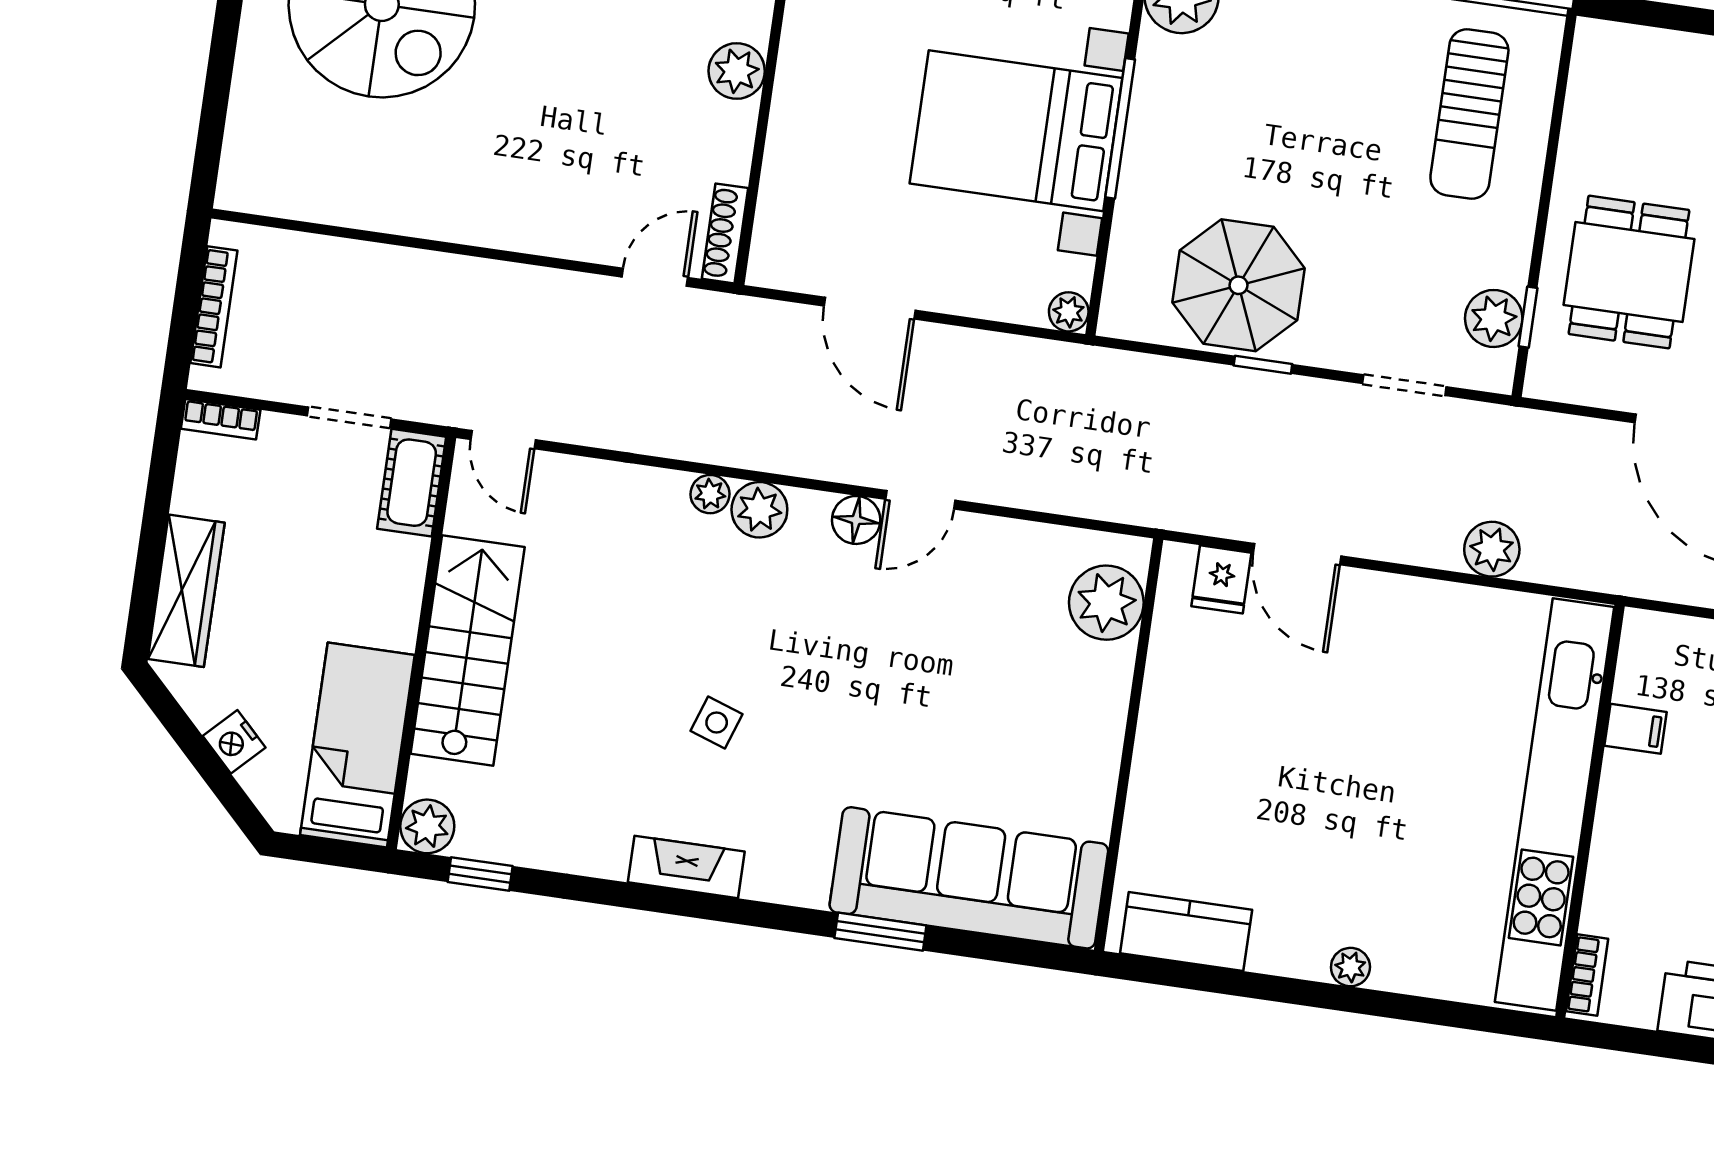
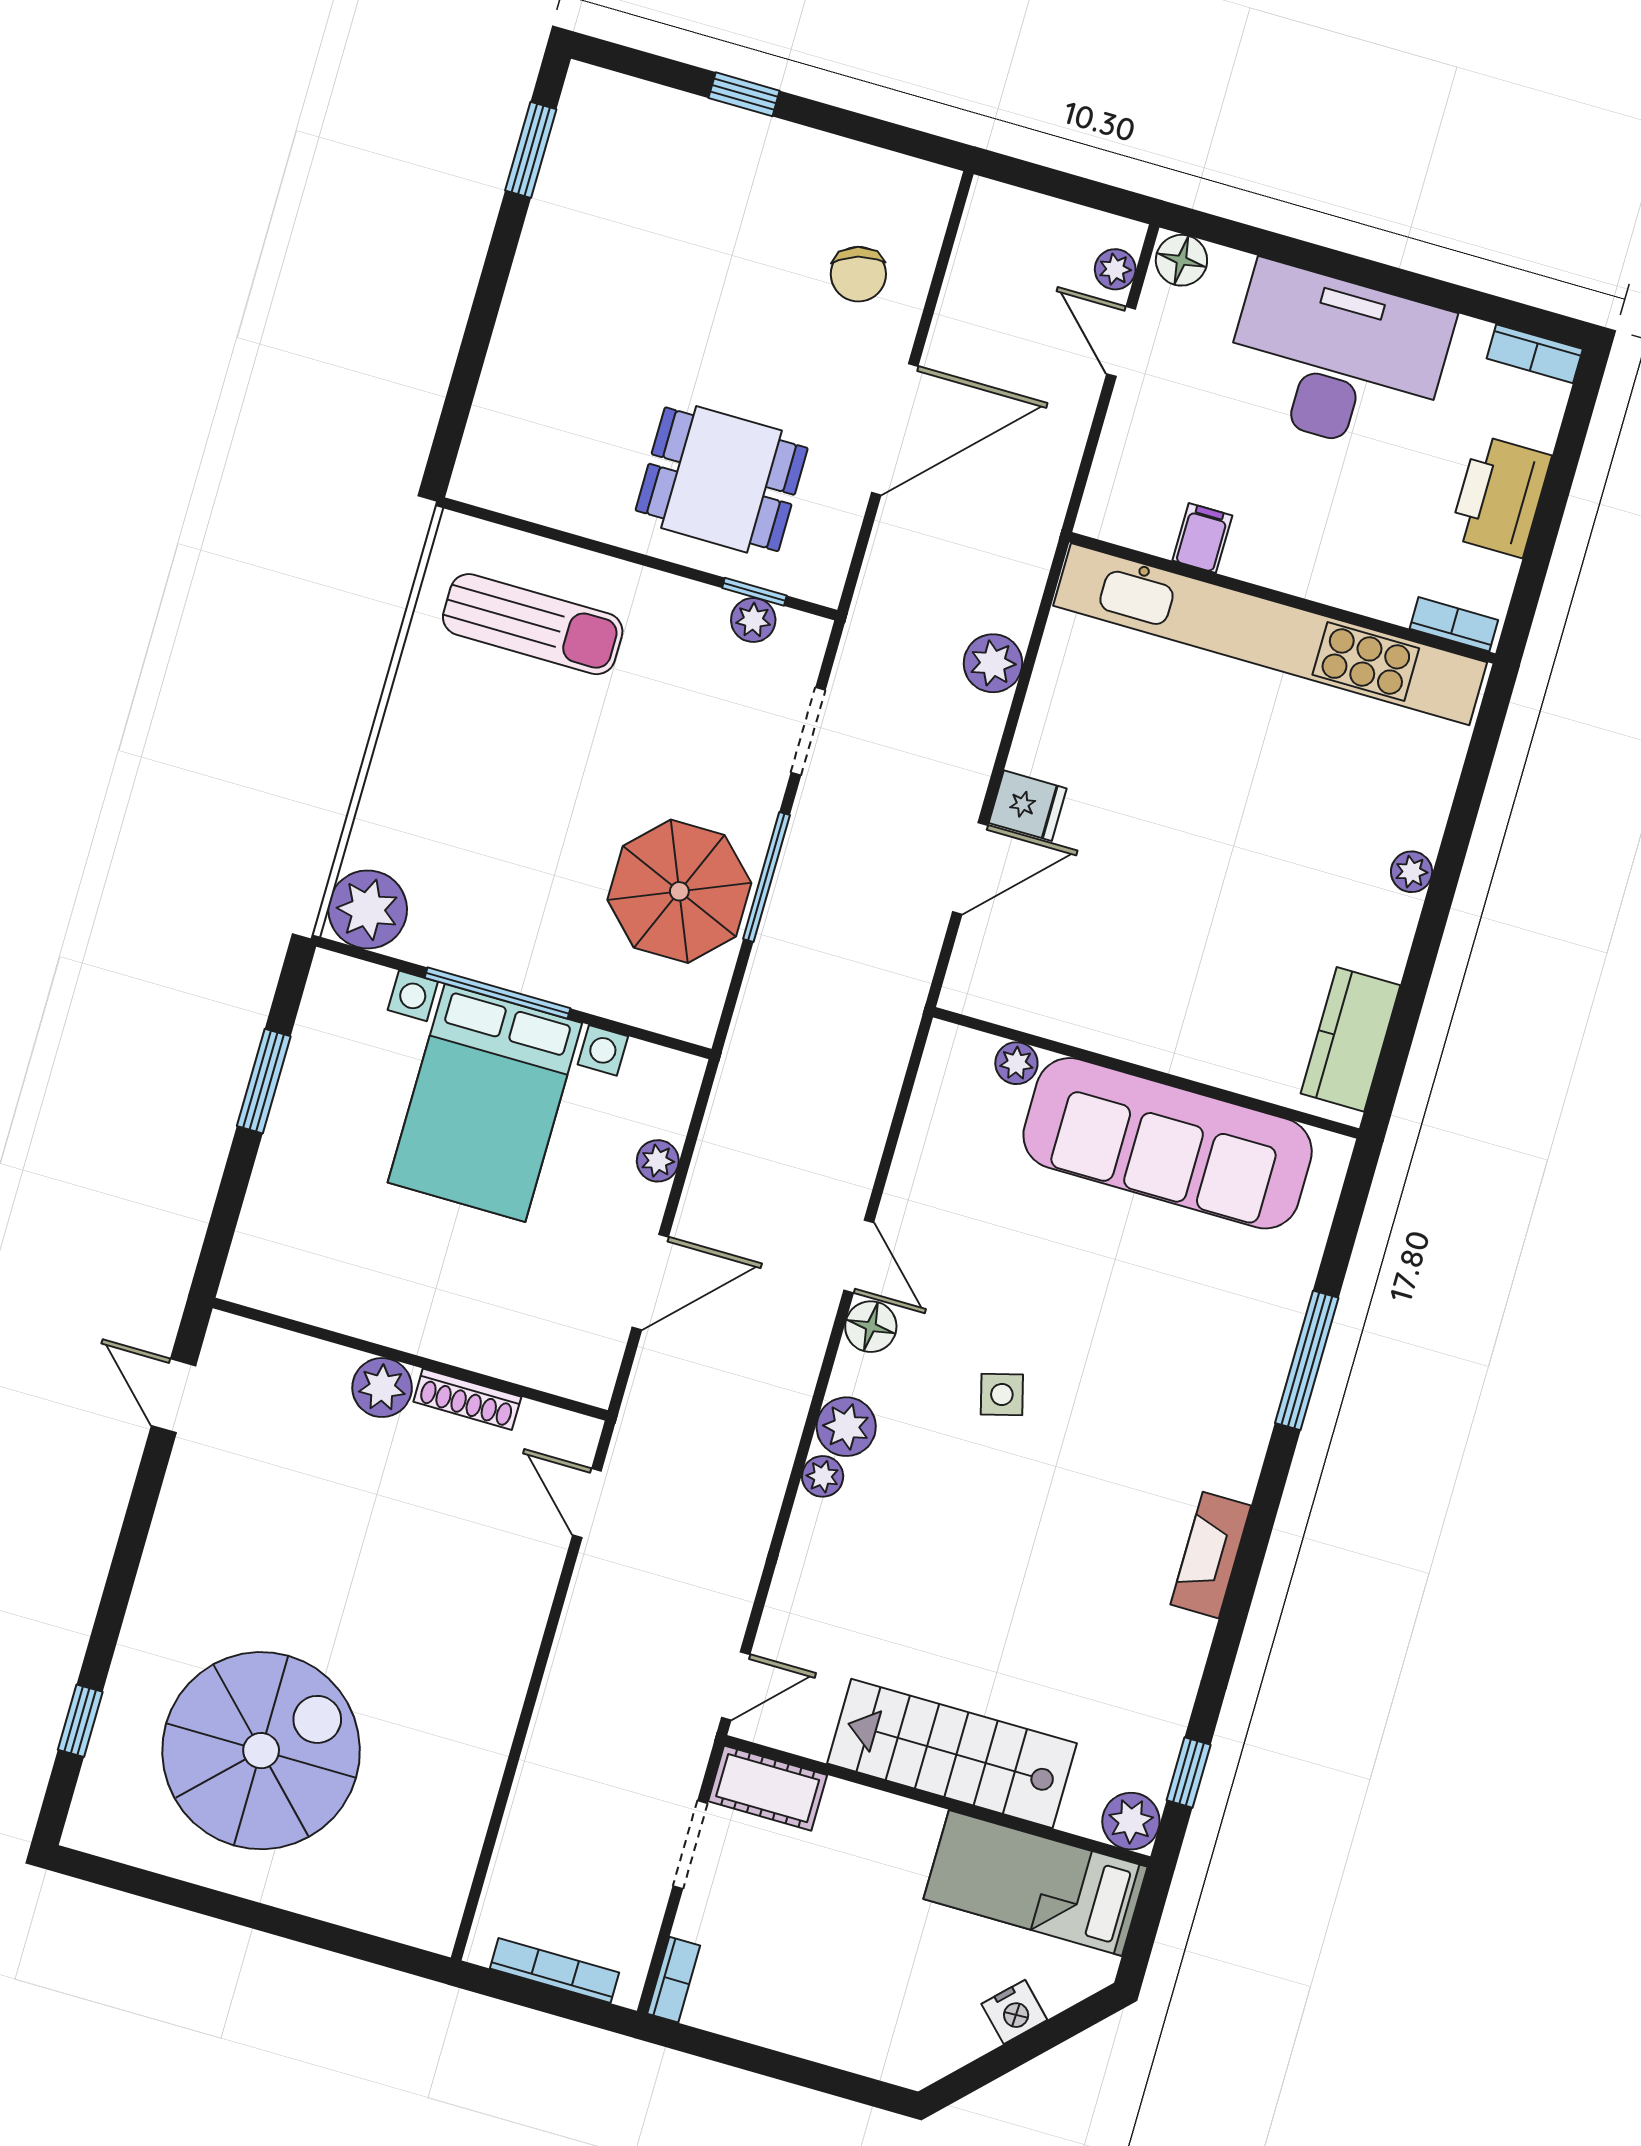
shoe rack: (725, 233) -> (467, 1399), moved
plant: (1069, 312) -> (658, 1161), moved
plant: (1494, 318) -> (753, 620), width x0.73, depth x0.73
window: (1263, 365) -> (766, 877), width x2.17
fridge: (1221, 579) -> (1028, 806), moved
wardrobe: (186, 591) -> (849, 2040), removed
plant: (1106, 603) -> (1016, 1063), width x0.53, depth x0.53
side table: (717, 722) -> (1002, 1394), moved, turned -34
sofa: (969, 878) -> (1168, 1143), moved, turned -90
window: (880, 932) -> (1307, 1360), width x1.44

